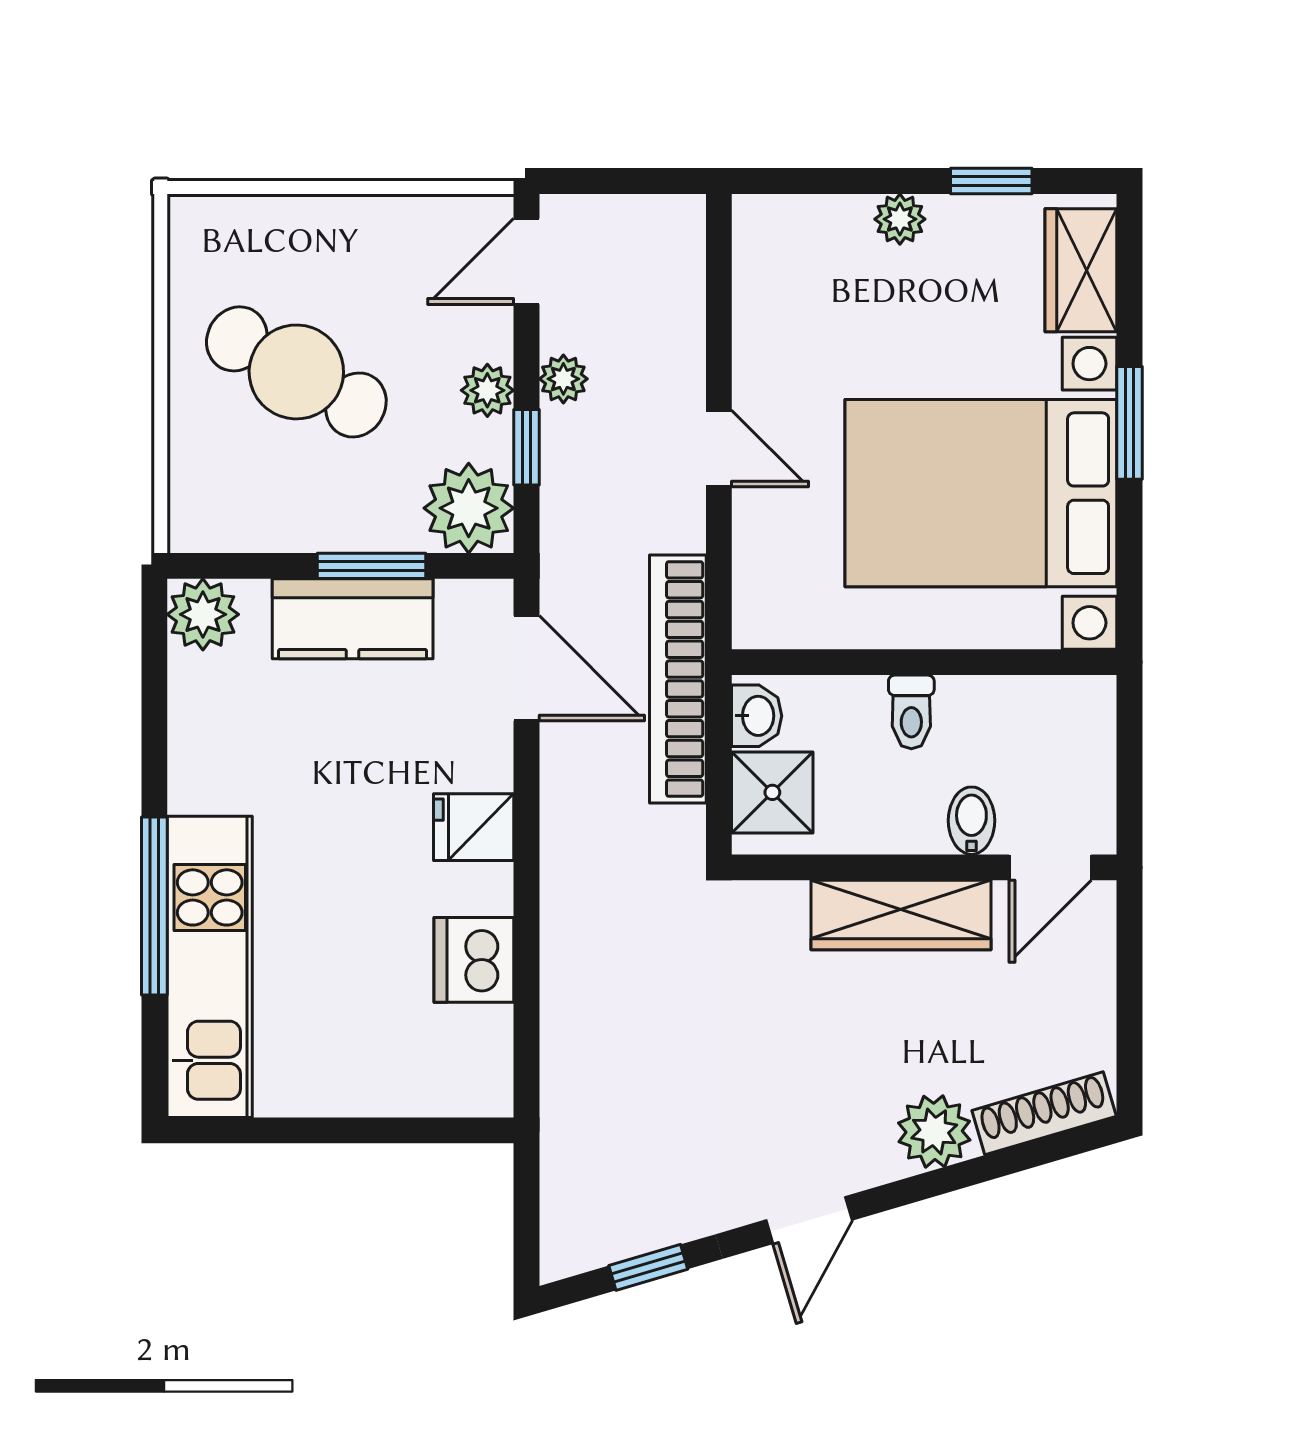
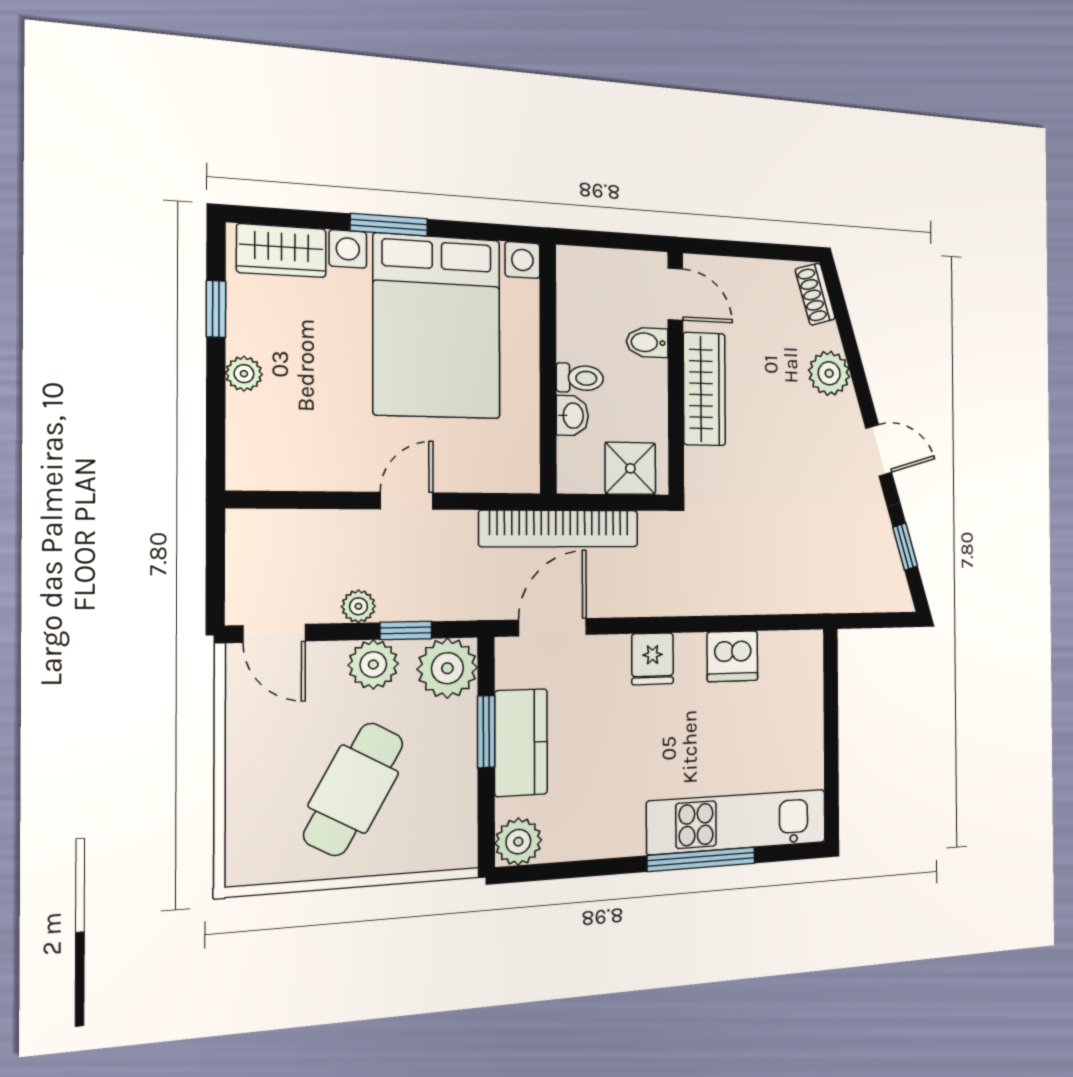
plant: (487, 390) -> (373, 664), width x1.38, depth x1.38
washbasin: (757, 716) -> (572, 416), moved, turned 90
shoe rack: (1044, 1113) -> (815, 294), width x0.70

